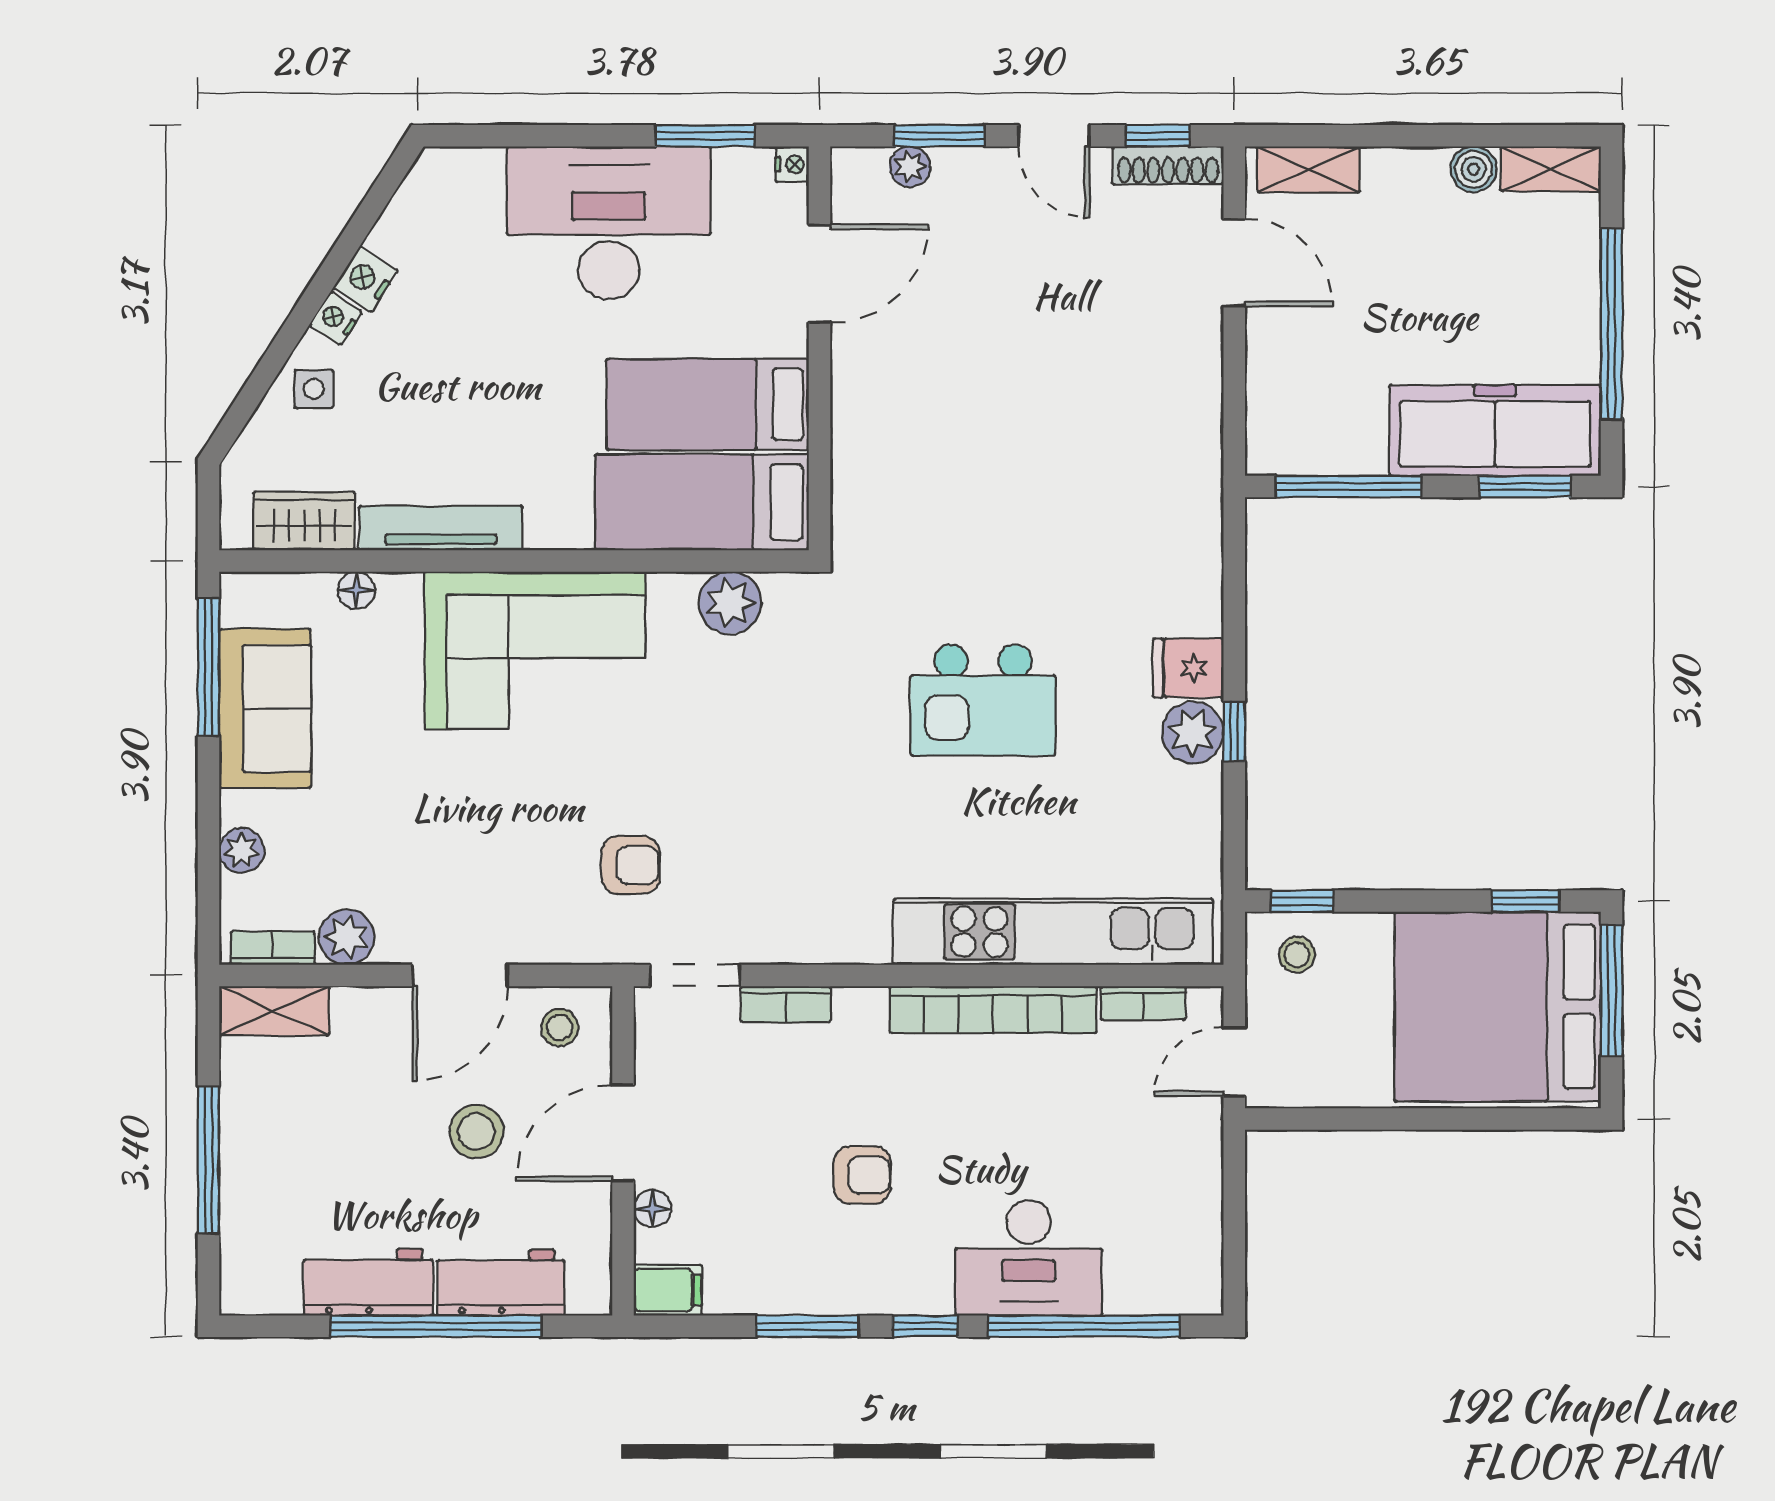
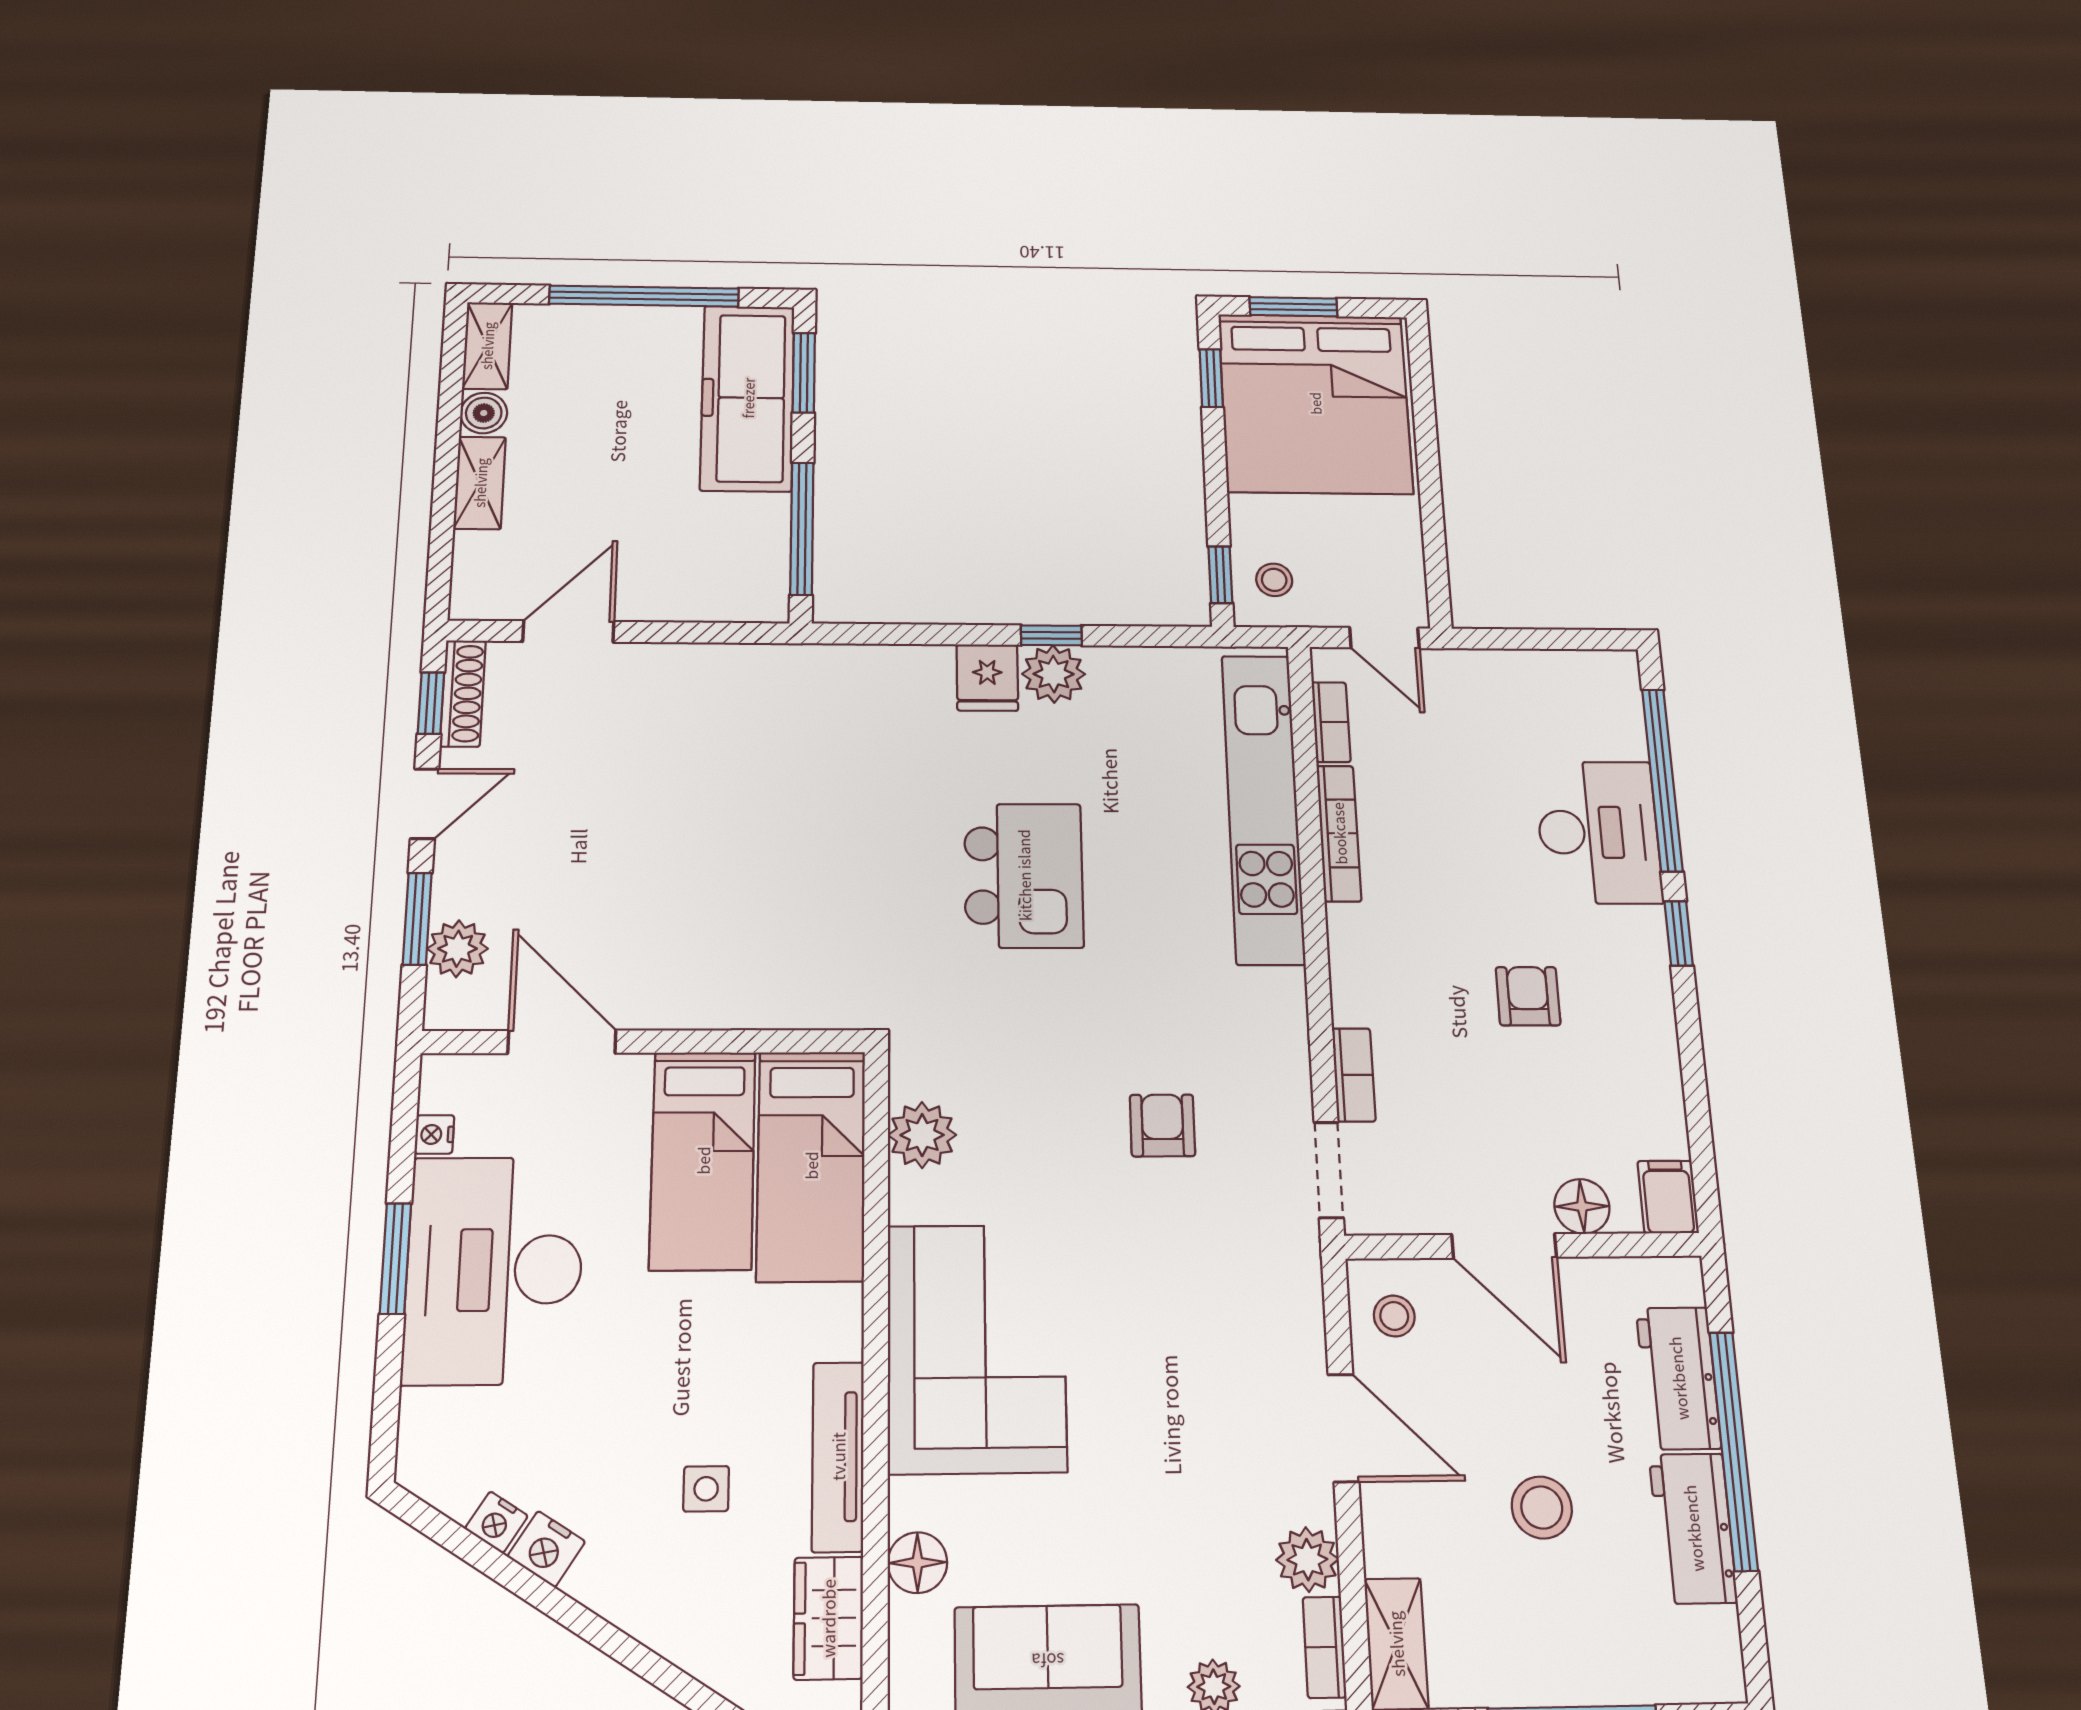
window: (705, 136) -> (395, 1258), moved
nightstand: (792, 164) -> (434, 1134), moved, turned -90
plant: (910, 167) -> (458, 949), width x1.38, depth x1.38
shelving: (1308, 169) -> (480, 483), moved
nightstand: (336, 318) -> (496, 1522), moved
side table: (314, 389) -> (706, 1489), moved
floor lamp: (356, 590) -> (917, 1563), width x1.37, depth x1.37
armchair: (631, 865) -> (1162, 1125), moved
window: (1611, 990) -> (1293, 307), width x0.69
bookcase: (993, 1010) -> (1339, 833), width x0.68, depth x0.76
stool: (476, 1132) -> (1542, 1508), moved
floor lamp: (652, 1209) -> (1582, 1206), width x1.37, depth x1.37
window: (807, 1326) -> (1691, 1052), removed

